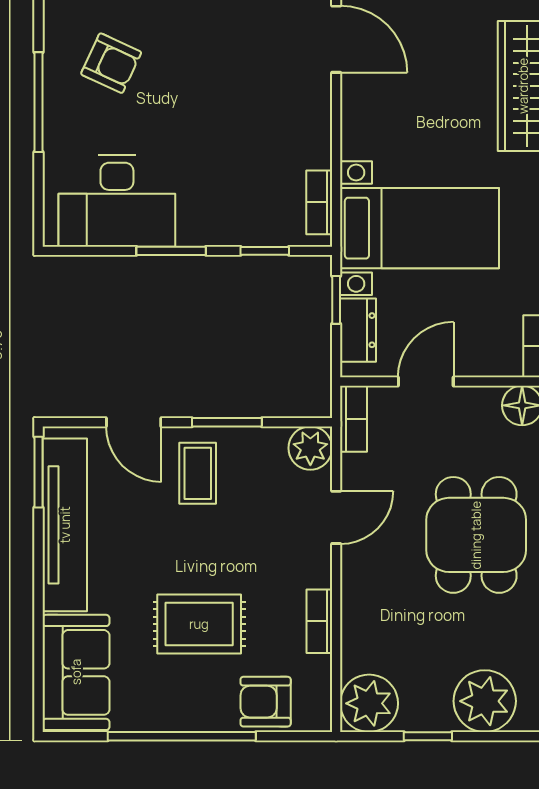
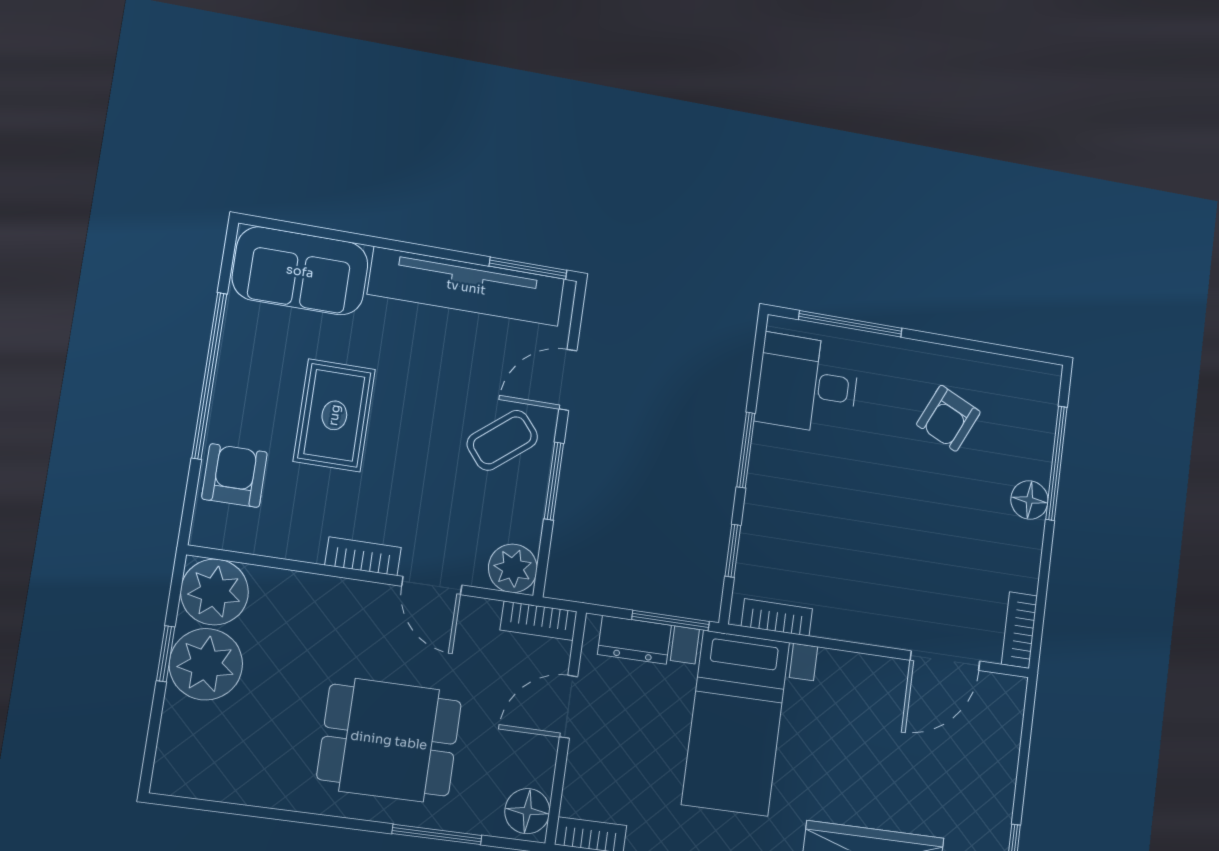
window: (38, 102) -> (850, 324), moved
desk: (117, 201) -> (808, 384), width x0.73
window: (336, 300) -> (671, 621), width x1.50
door: (426, 381) -> (569, 707), swing flipped
coffee table: (198, 473) -> (502, 440), turned -39
bookcase: (319, 621) -> (363, 556), moved
plant: (485, 701) -> (206, 664), moved

